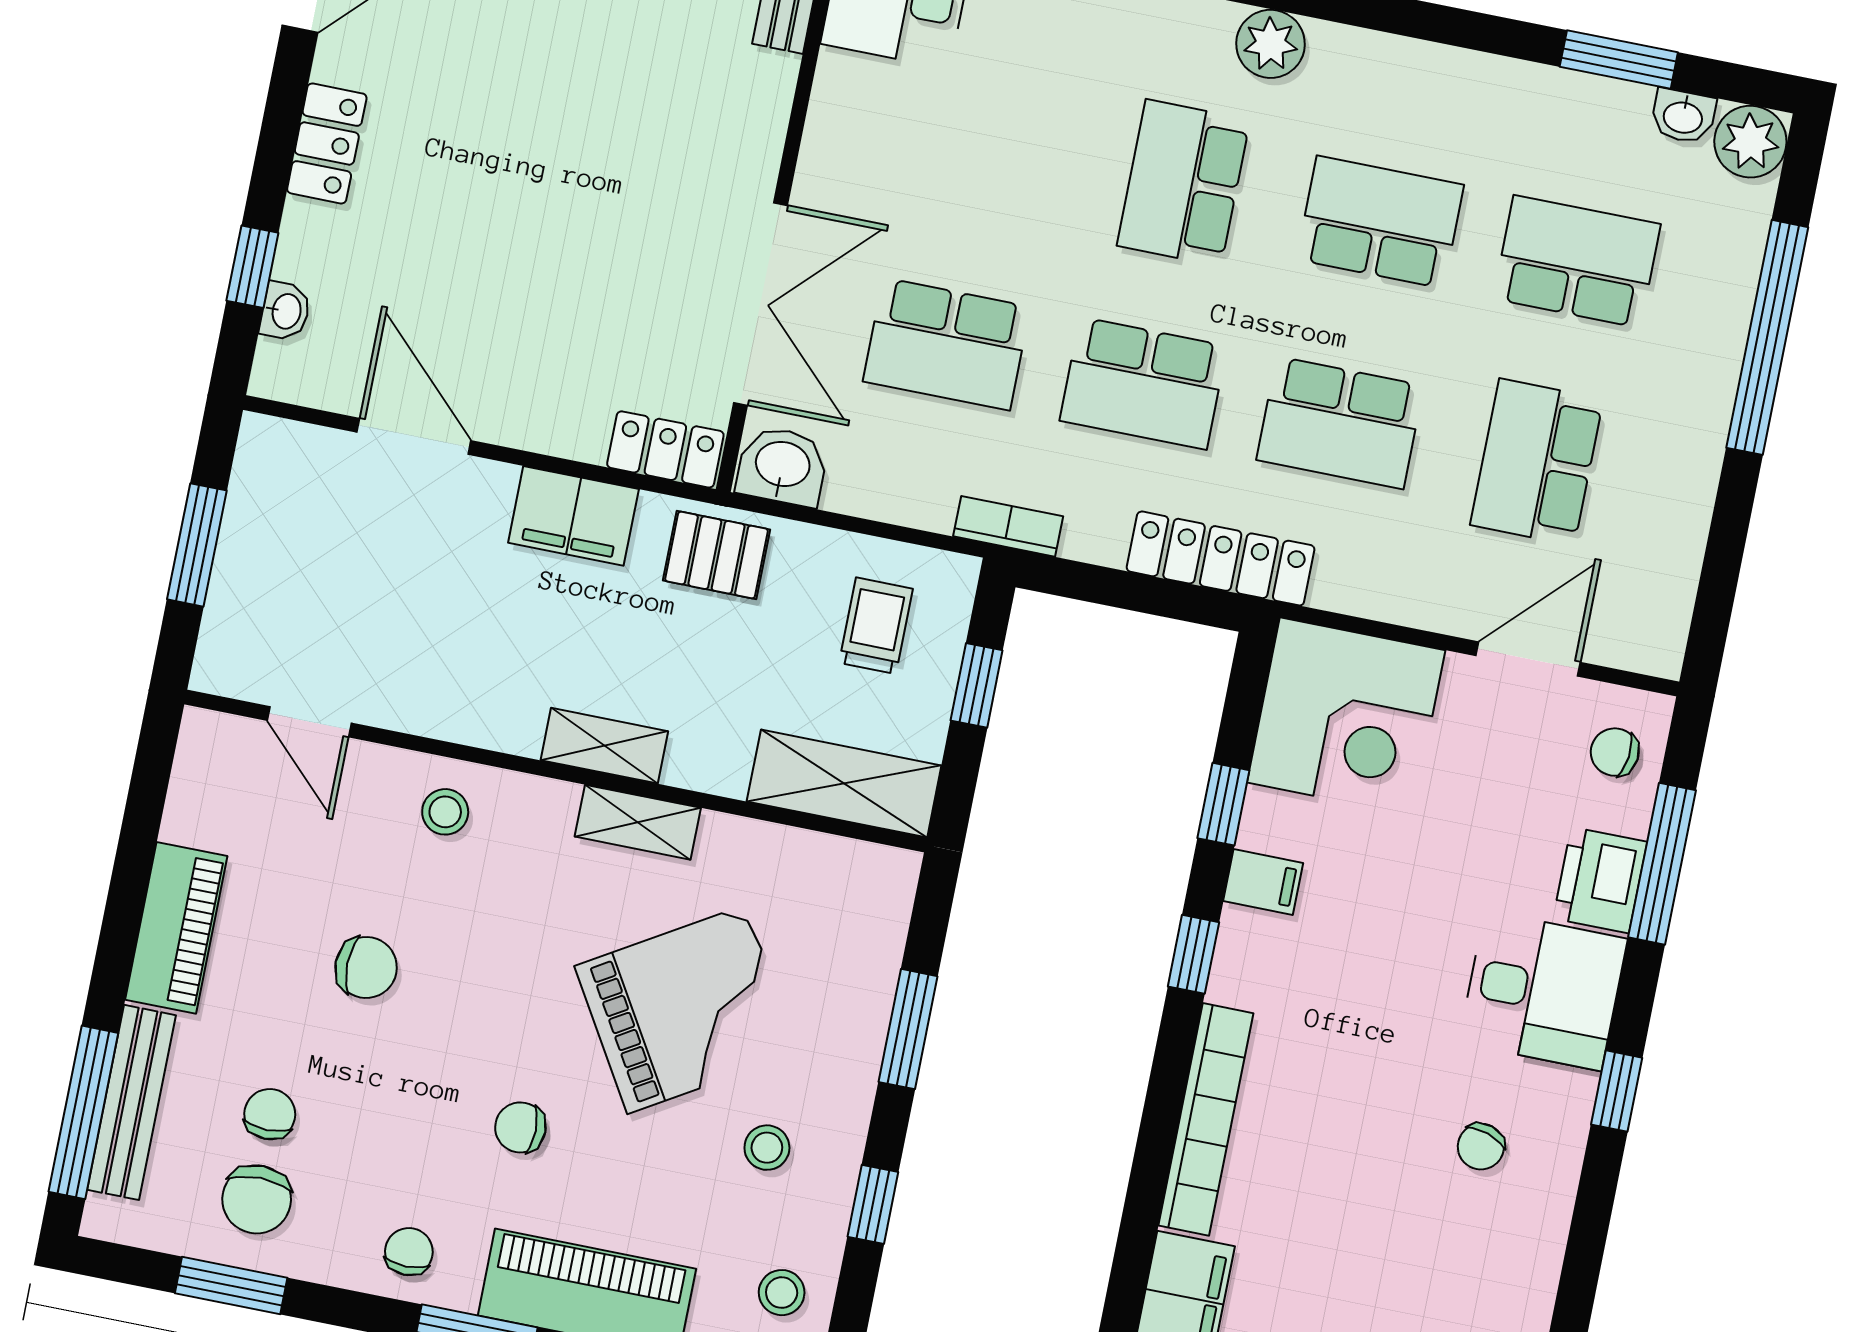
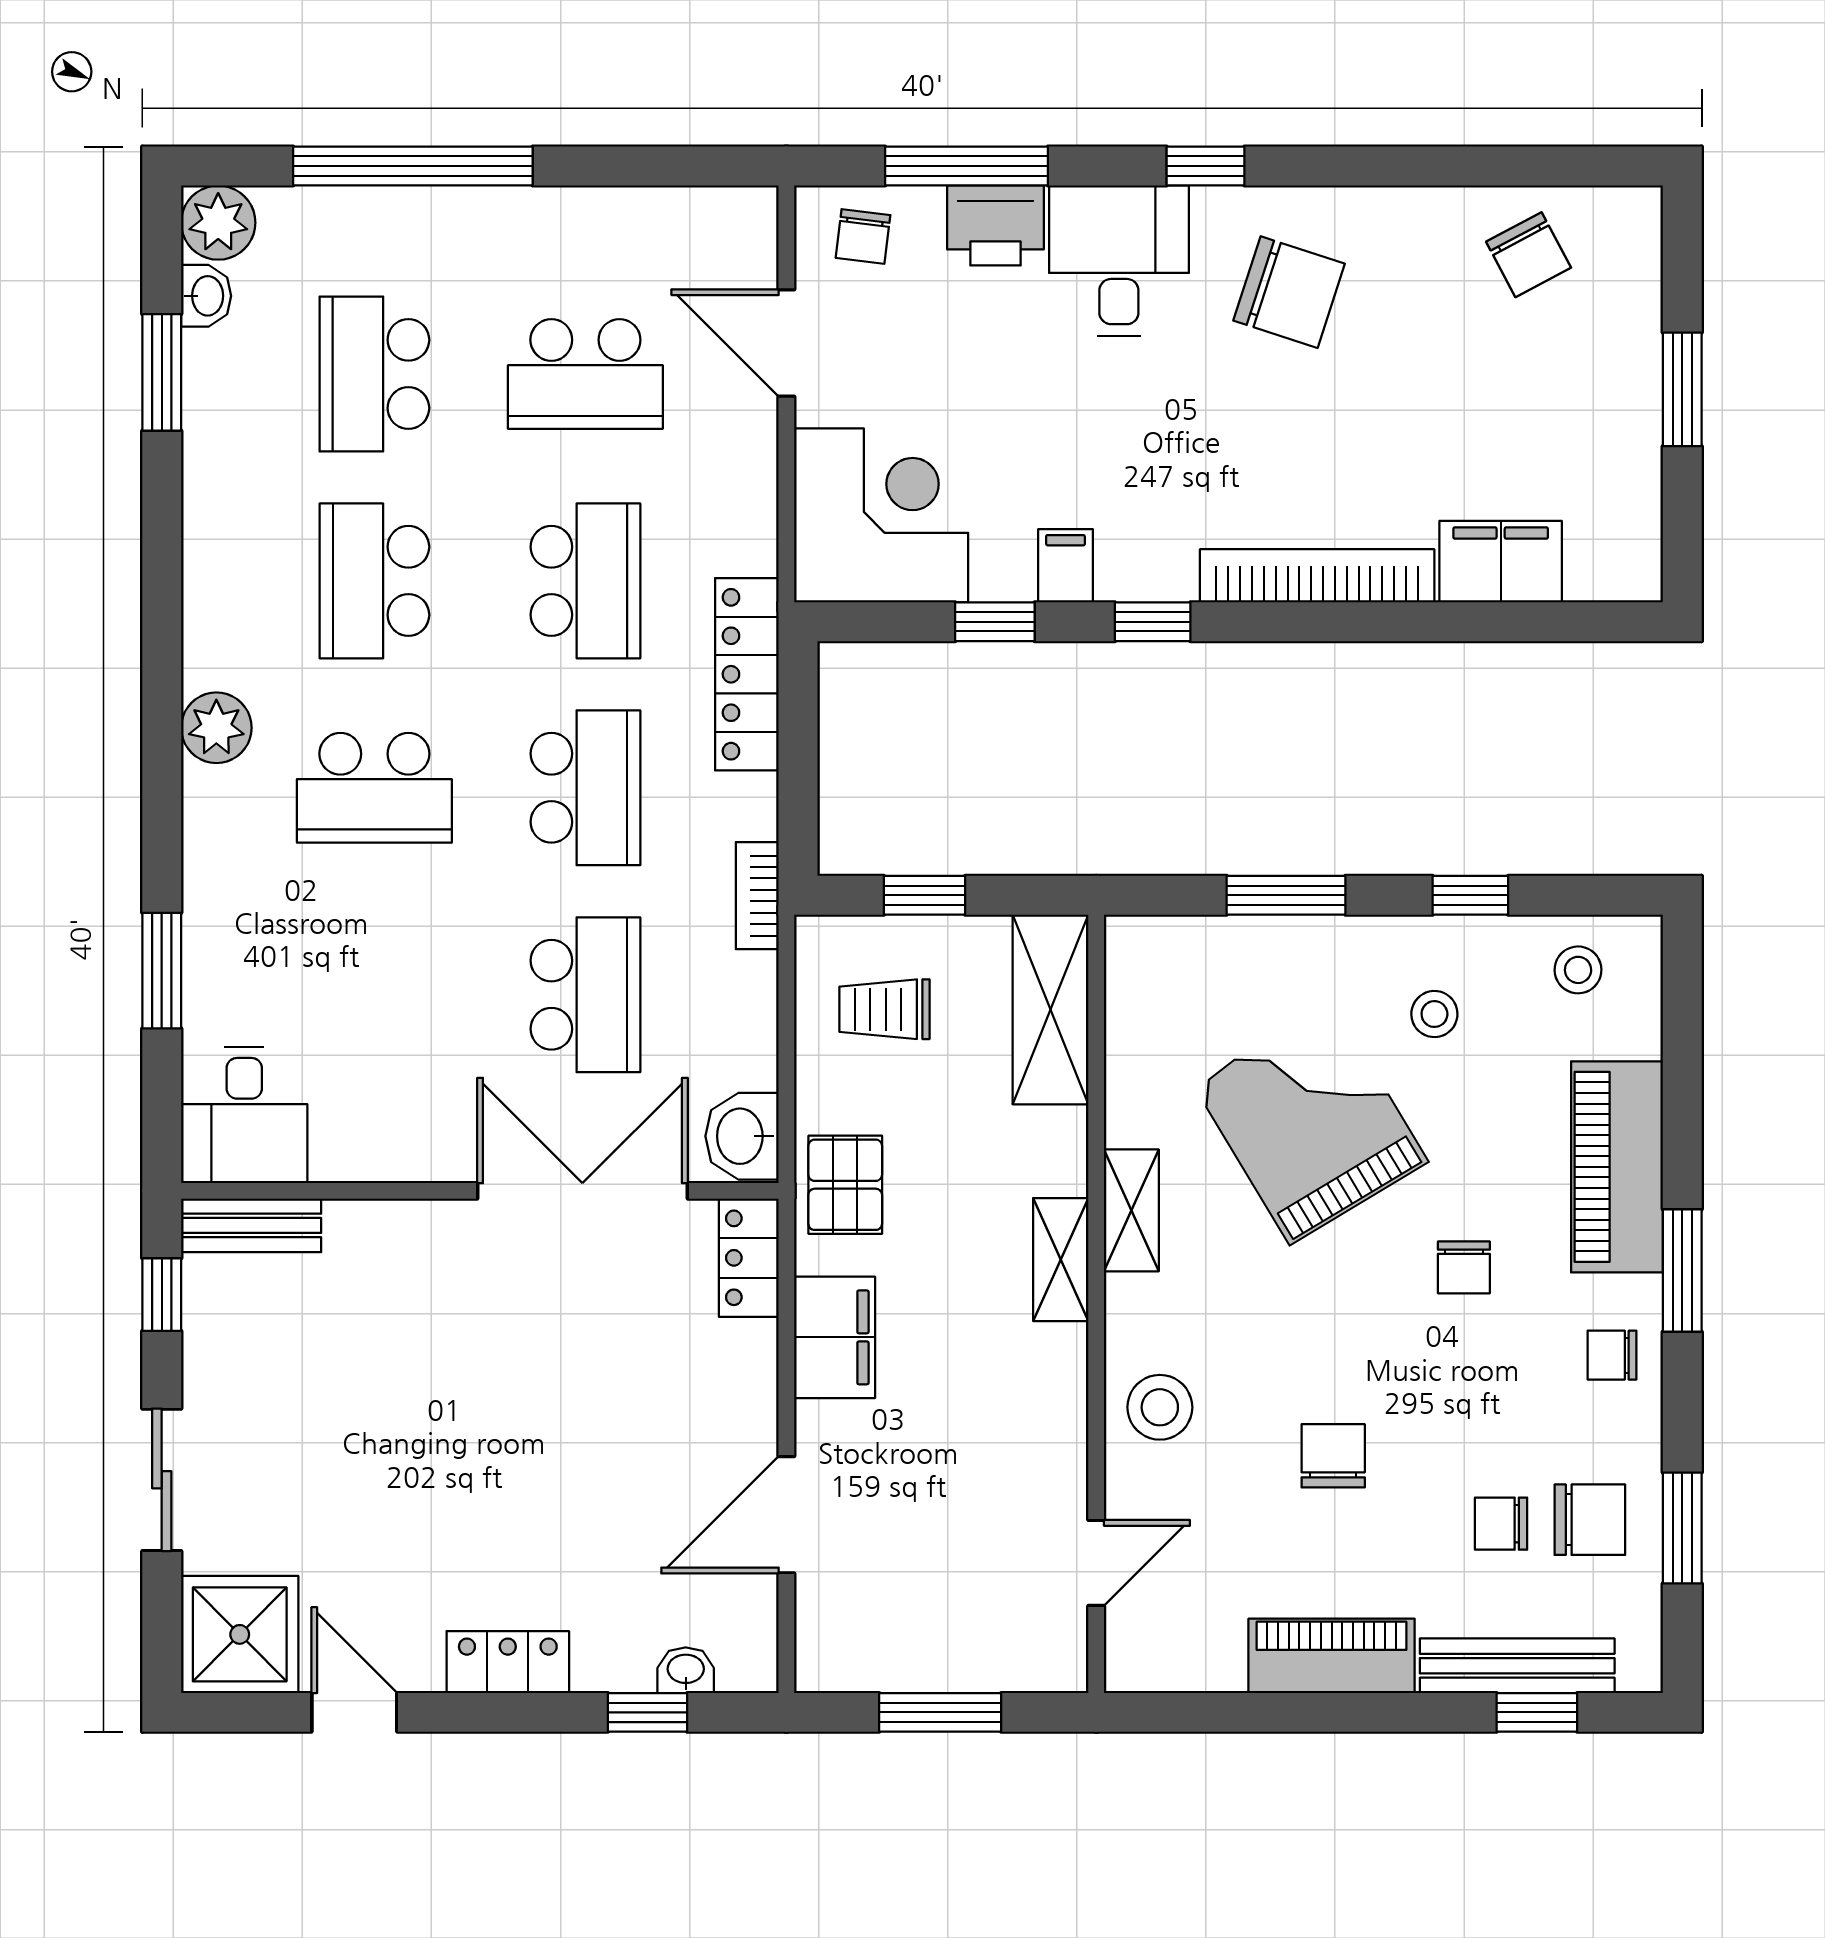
stool: (445, 812) -> (1160, 1407), width x1.37, depth x1.37
window: (83, 1112) -> (1537, 1712), width x0.46
chair: (1481, 1147) -> (1289, 292), width x1.87, depth x1.87

